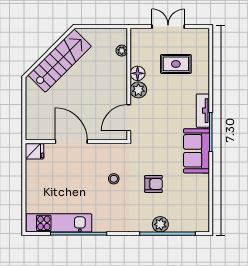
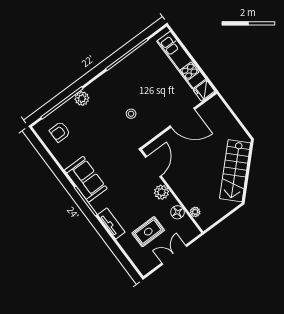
double door: (168, 27) -> (174, 255), swing flipped
floor lamp: (138, 73) -> (177, 212), moved
tv unit: (203, 111) -> (111, 223), moved
armchair: (154, 184) -> (60, 132), moved
kitchen unit: (59, 223) -> (181, 60), moved, turned 90
plant: (160, 224) -> (82, 99), moved

